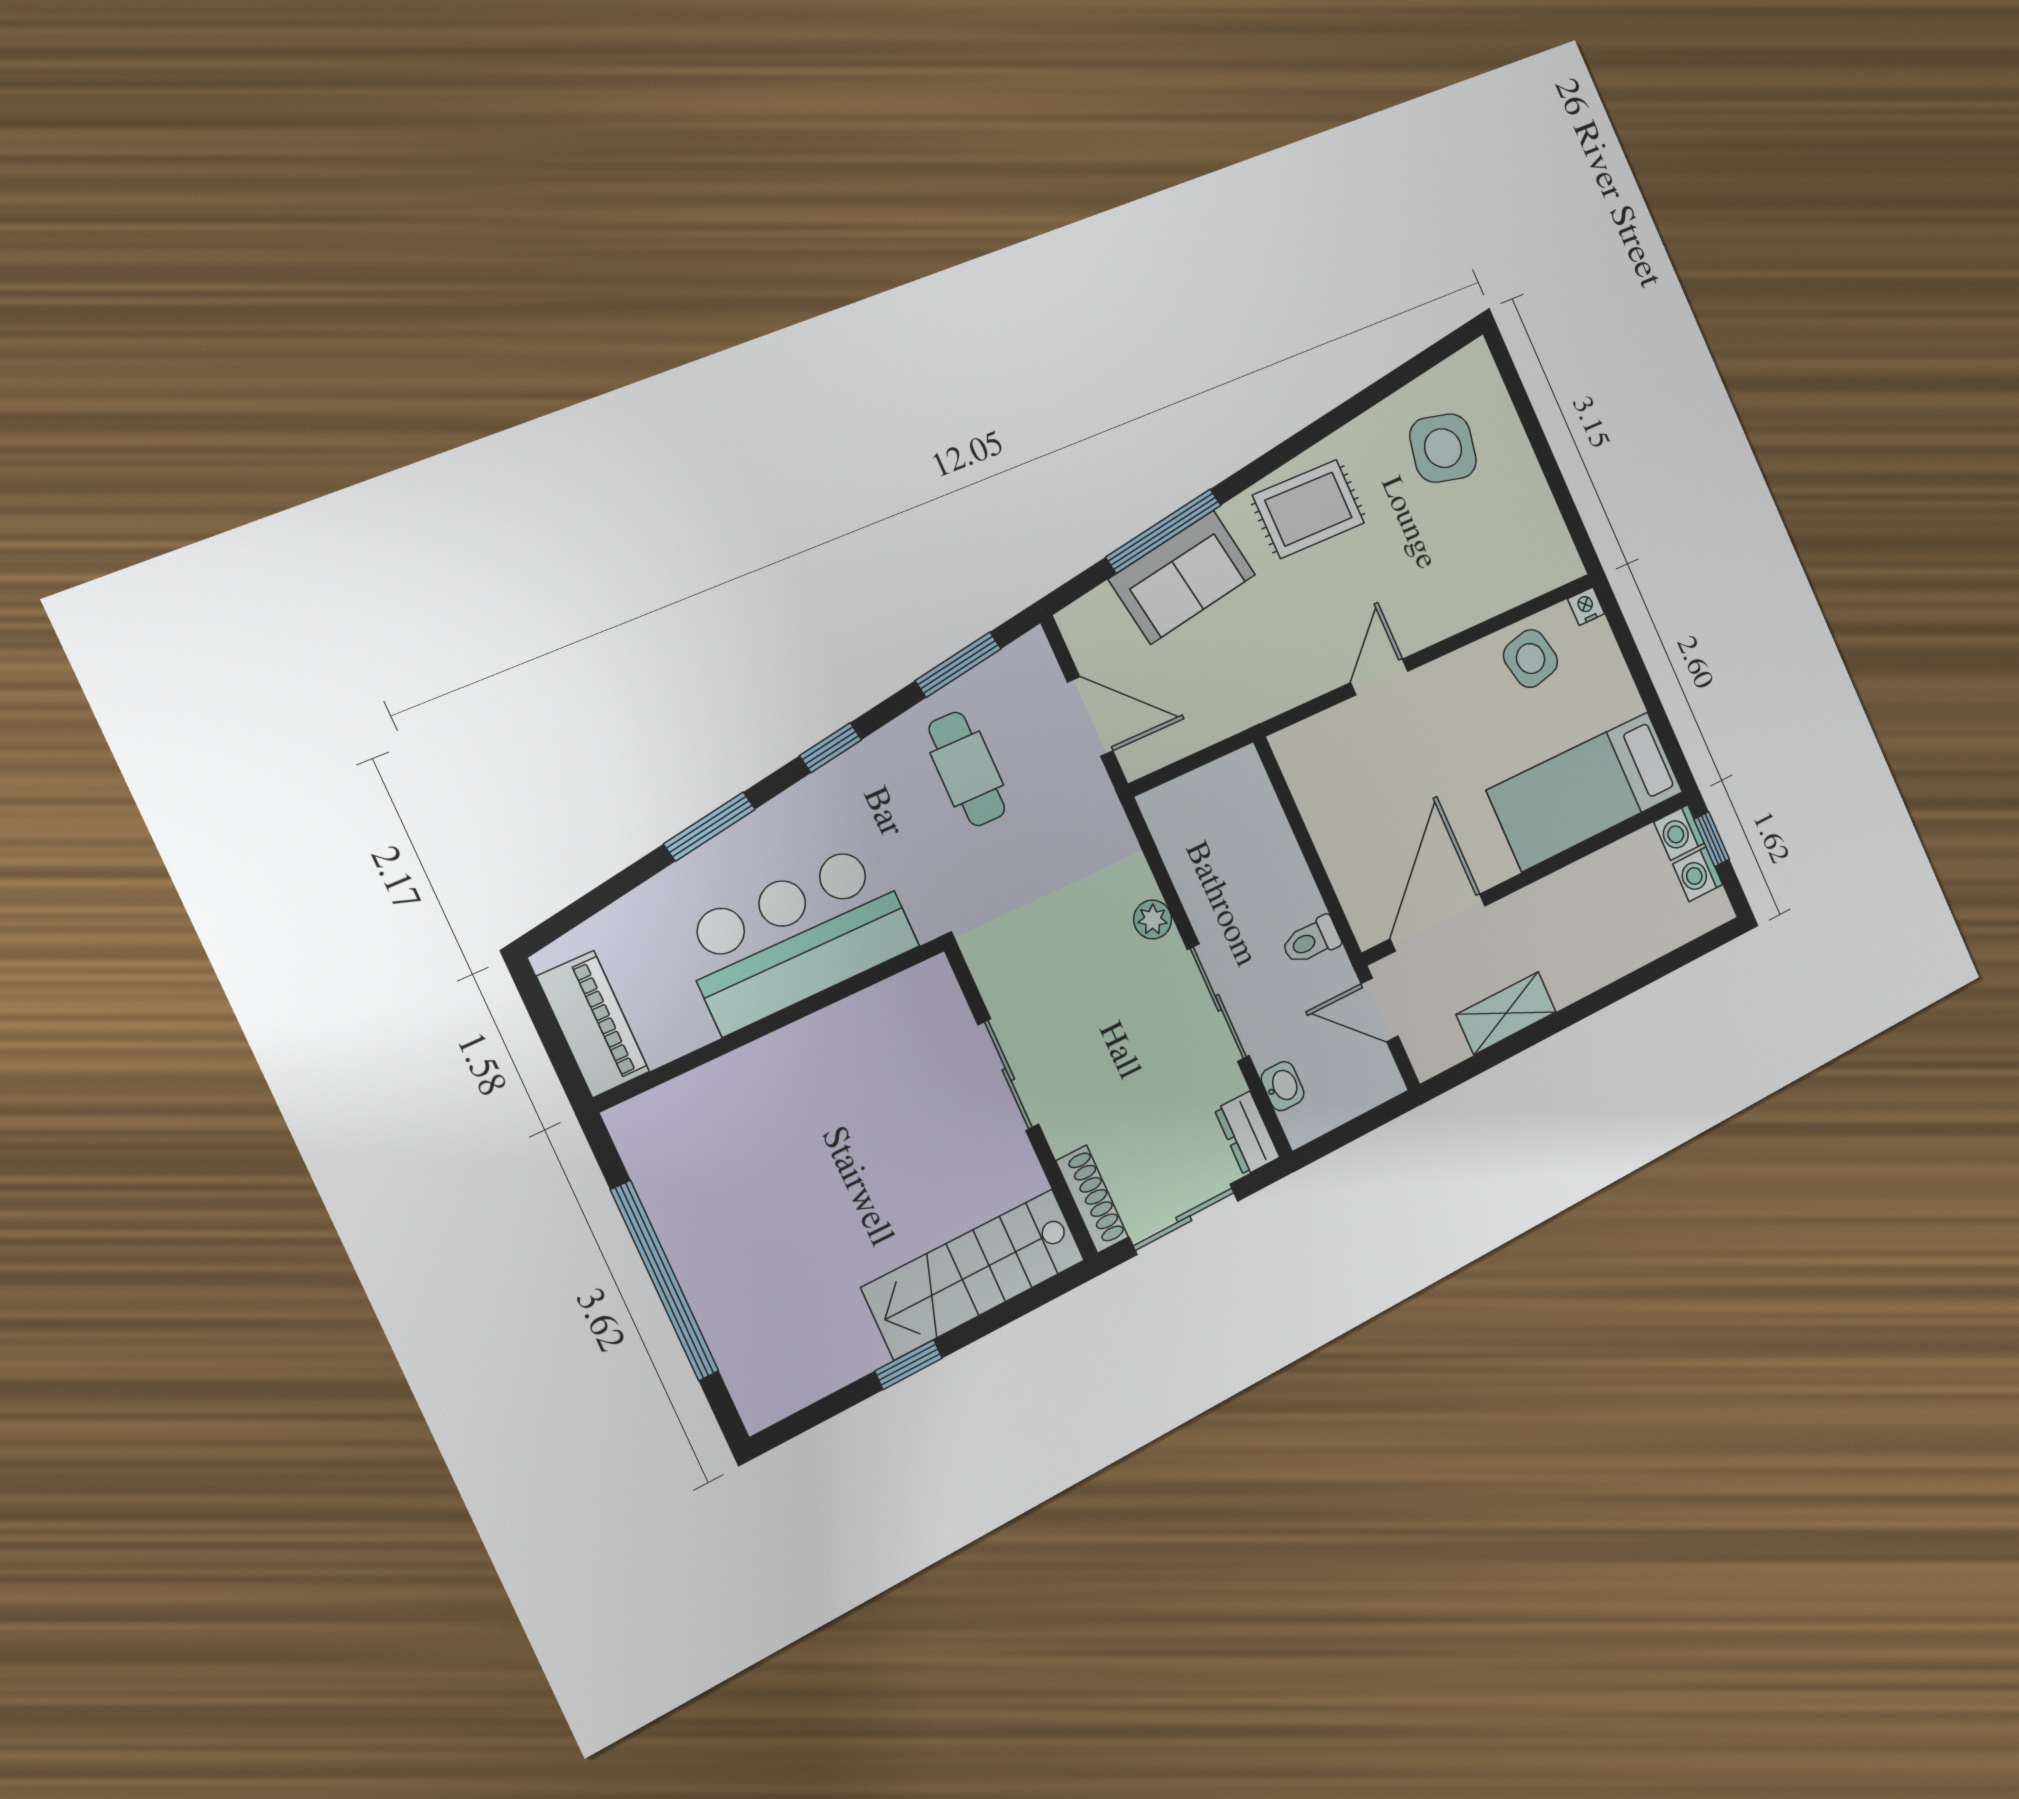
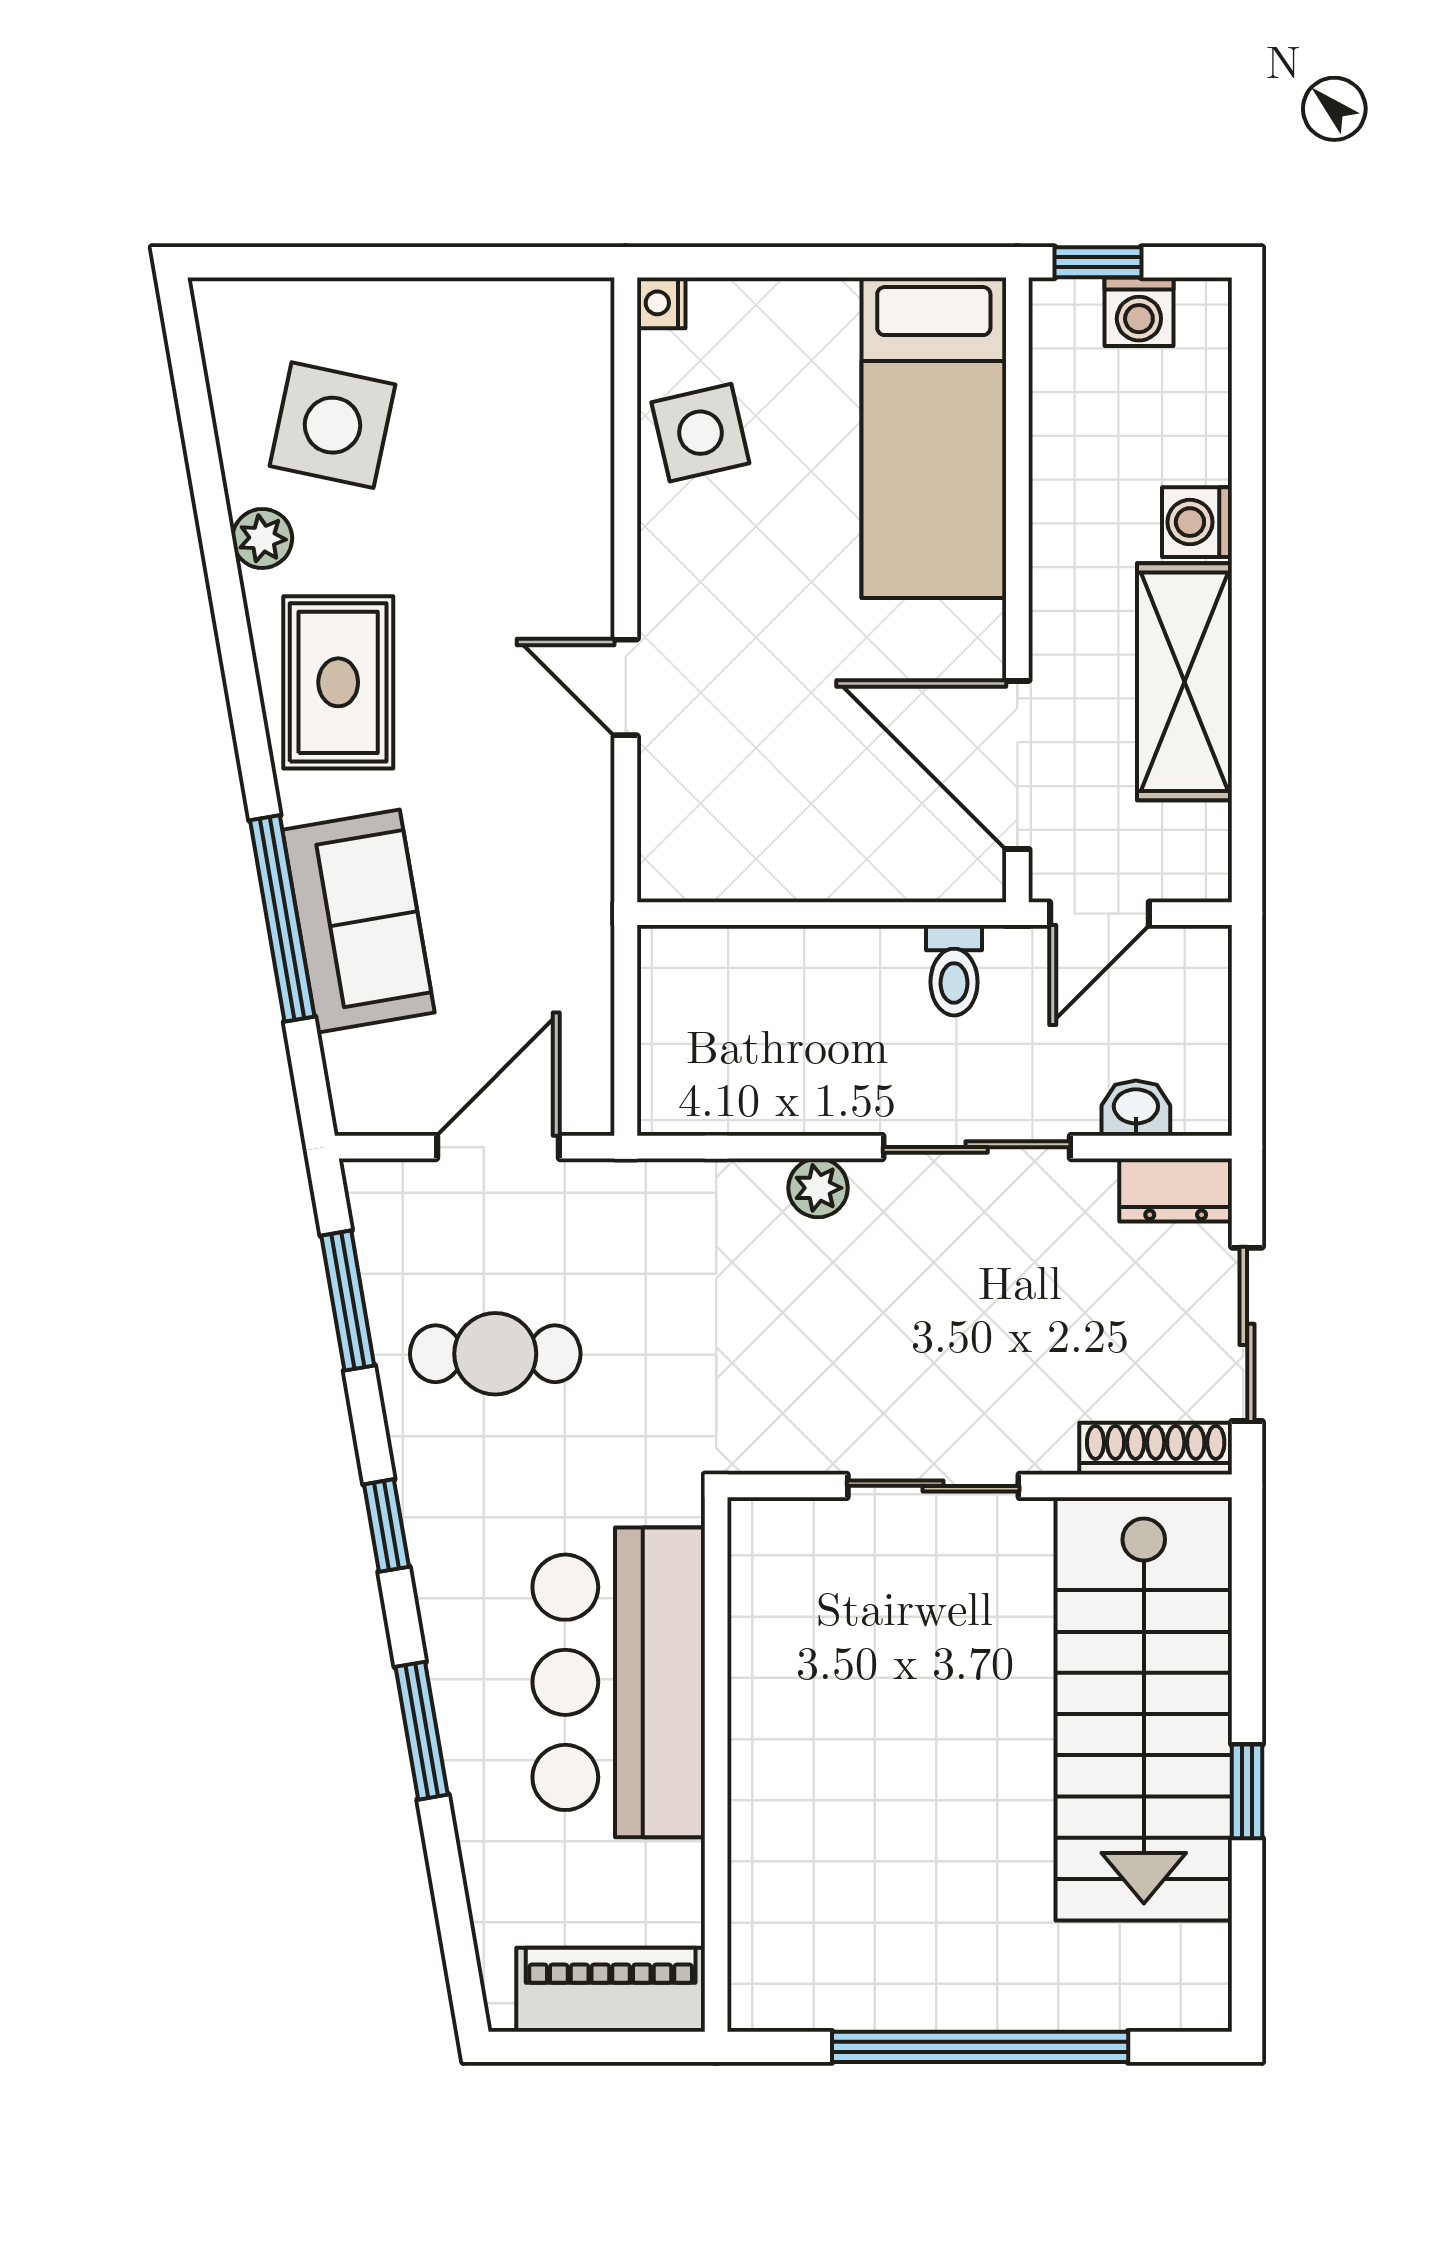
plant: (1366, 433) -> (262, 538), added
washing machine: (1679, 833) -> (1197, 522), moved, turned 90
shelving: (1506, 1013) -> (1184, 682), width x1.50, depth x1.33
stairs: (974, 1274) -> (1144, 1709), width x1.36, depth x1.51

